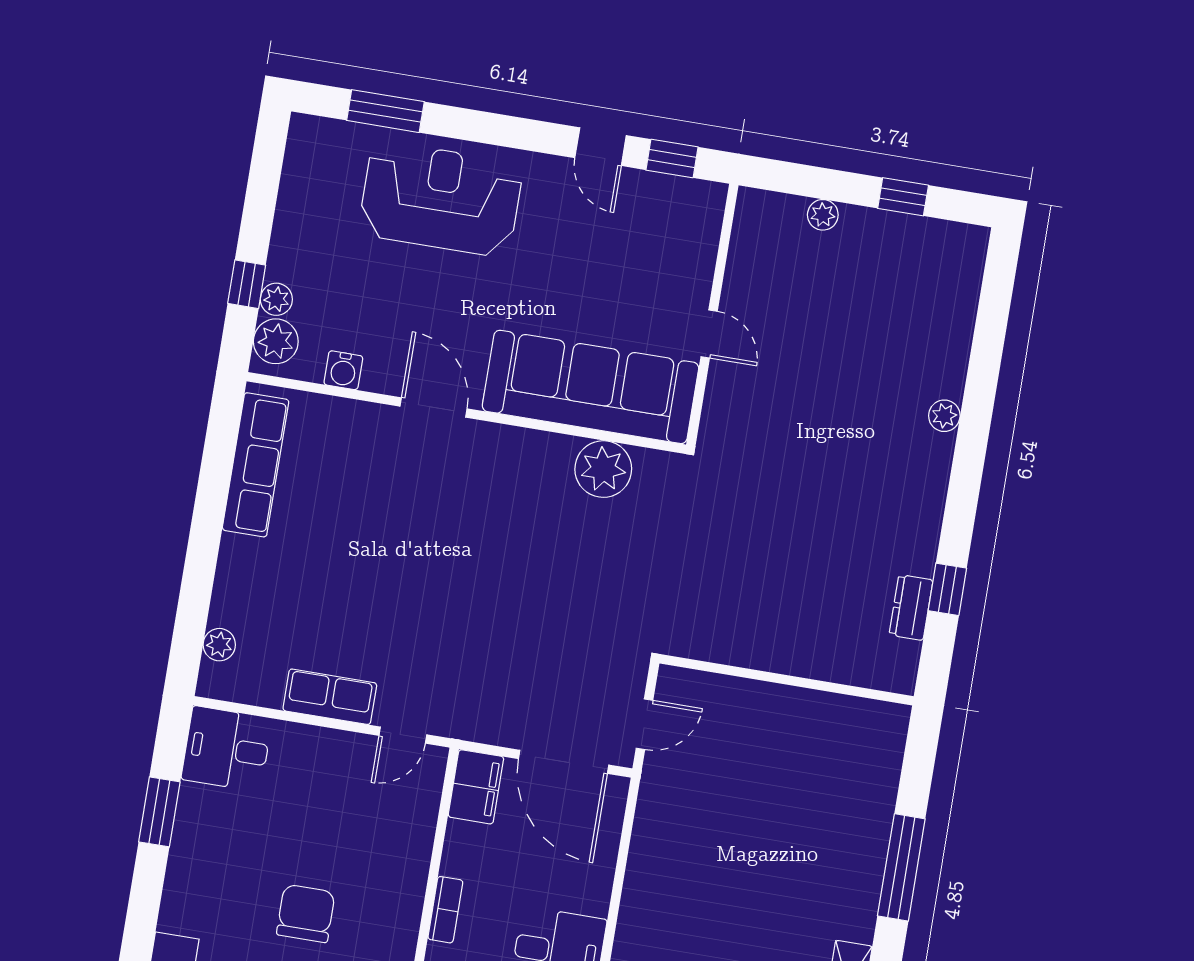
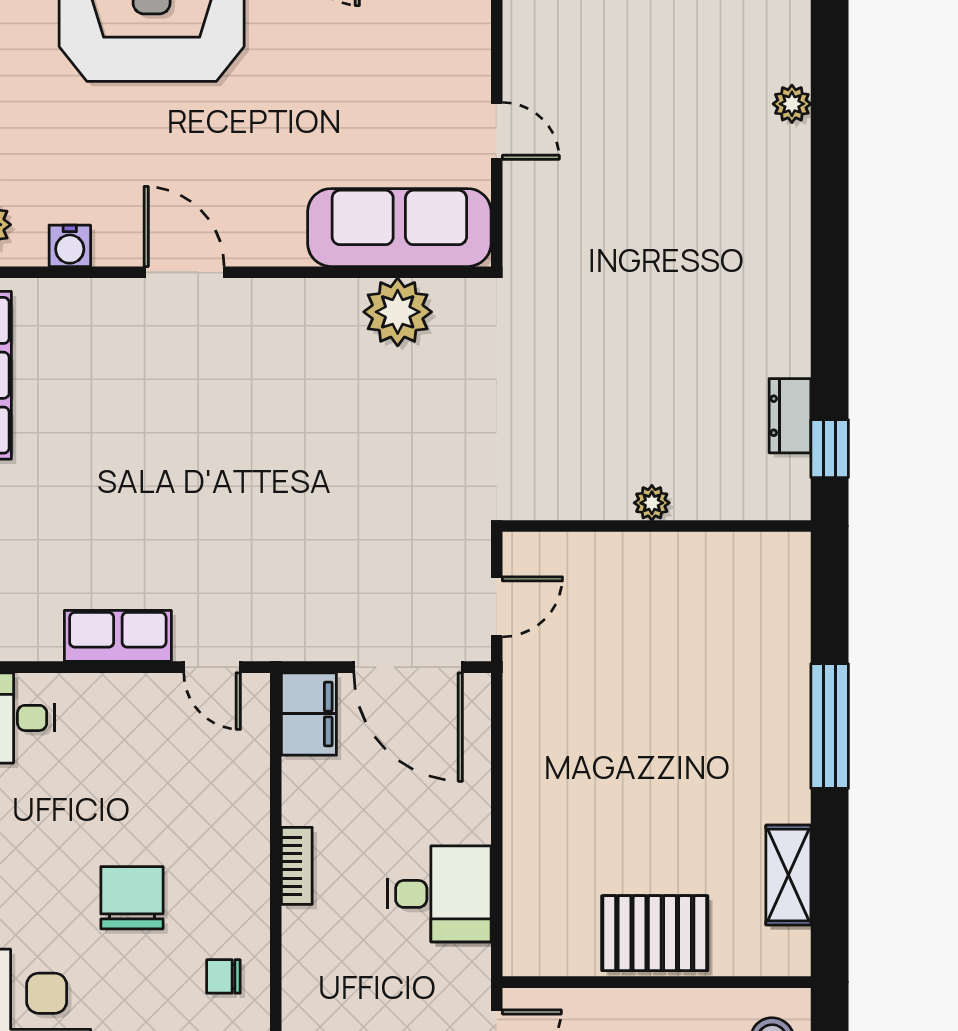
sofa: (590, 387) -> (399, 228), width x0.74, depth x0.79
plant: (944, 416) -> (792, 104), moved
window: (947, 589) -> (830, 449), moved
plant: (786, 660) -> (652, 503), added
door: (403, 735) -> (212, 667), hinge flipped

